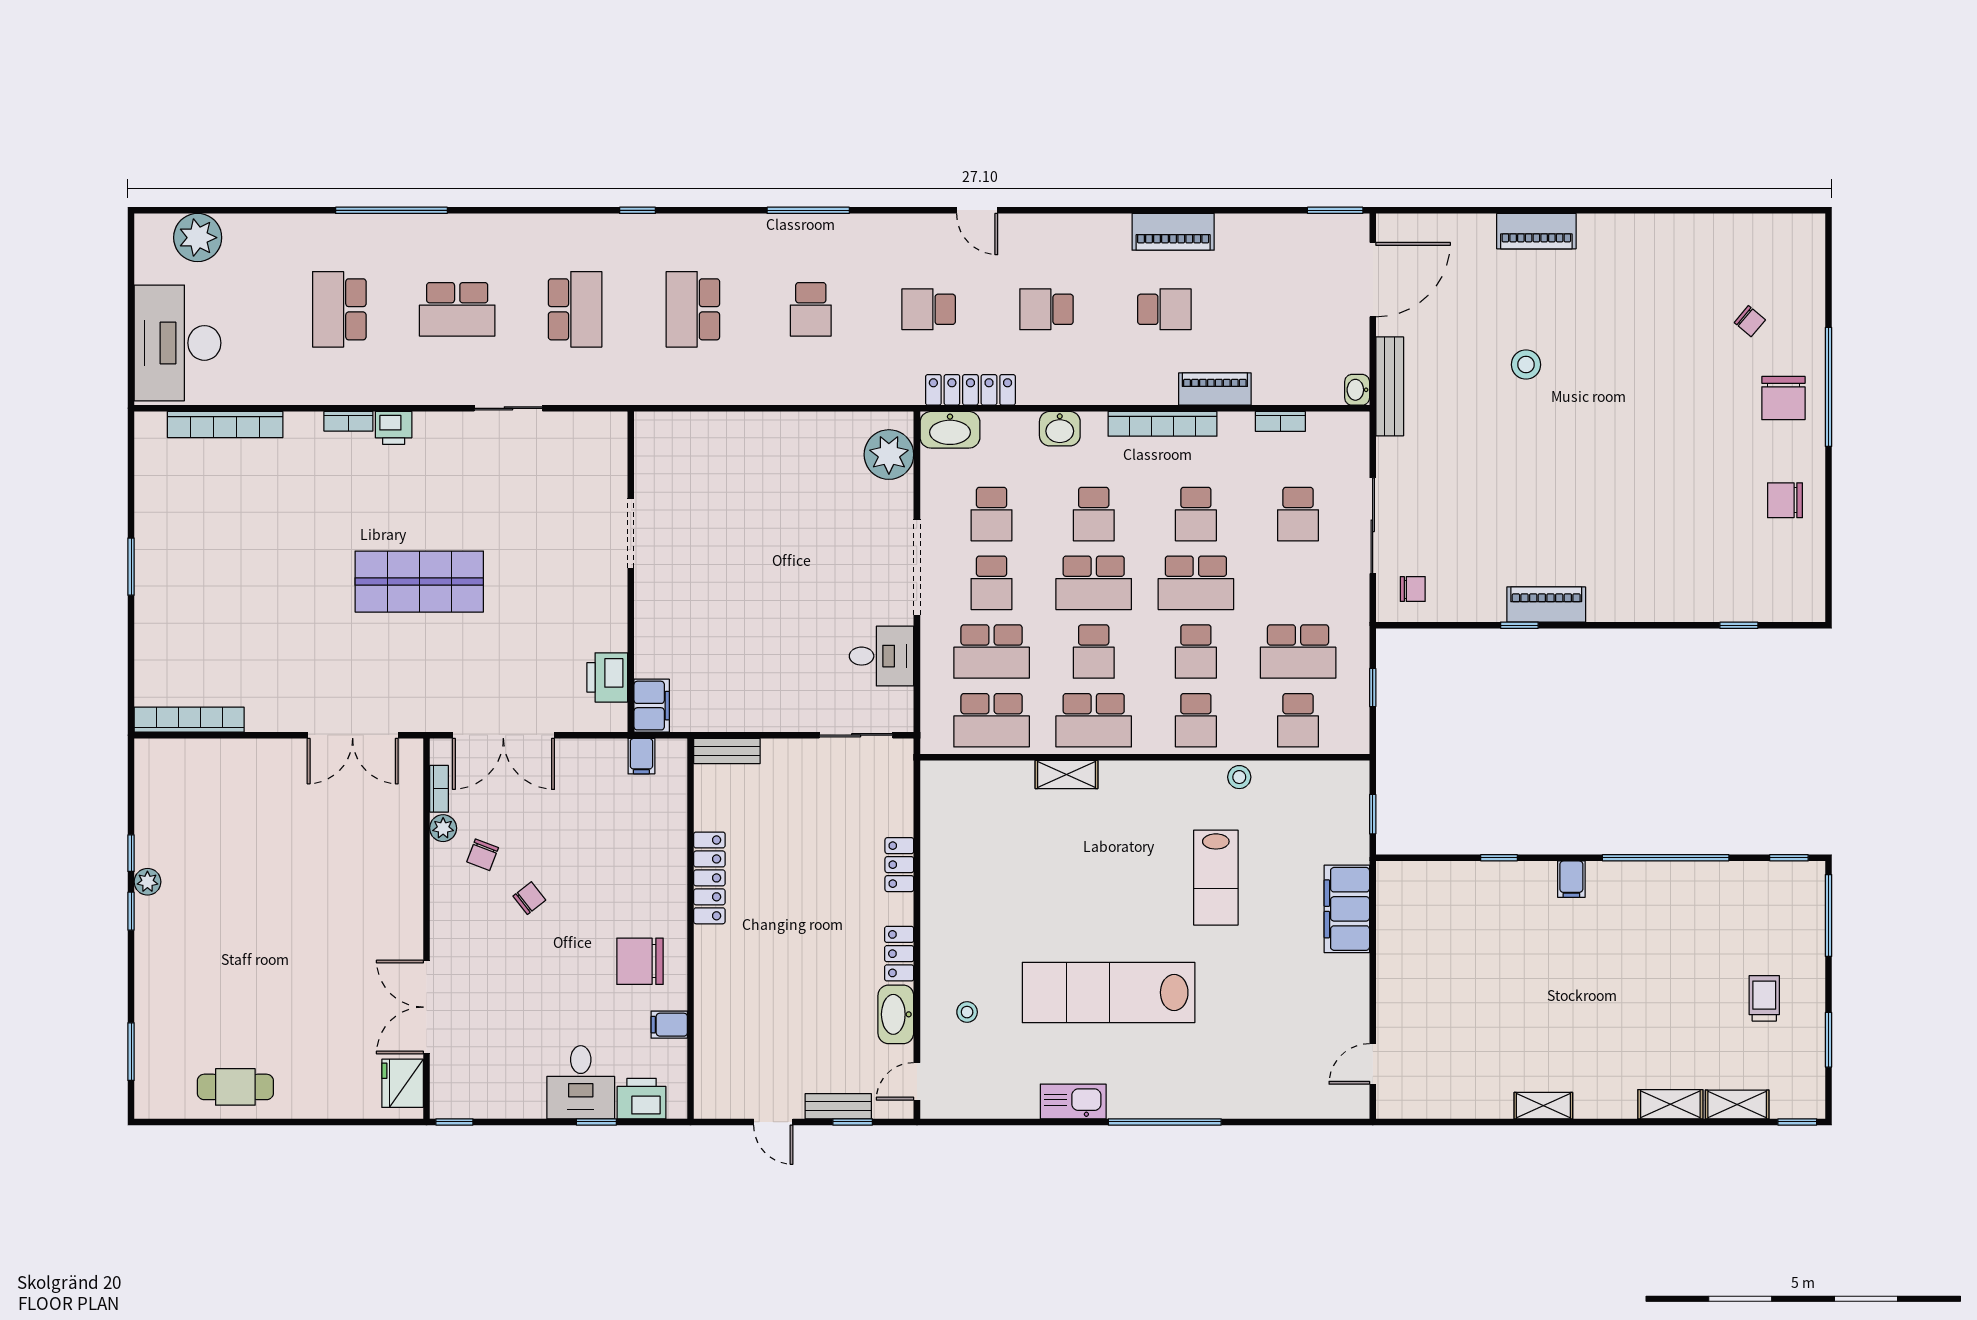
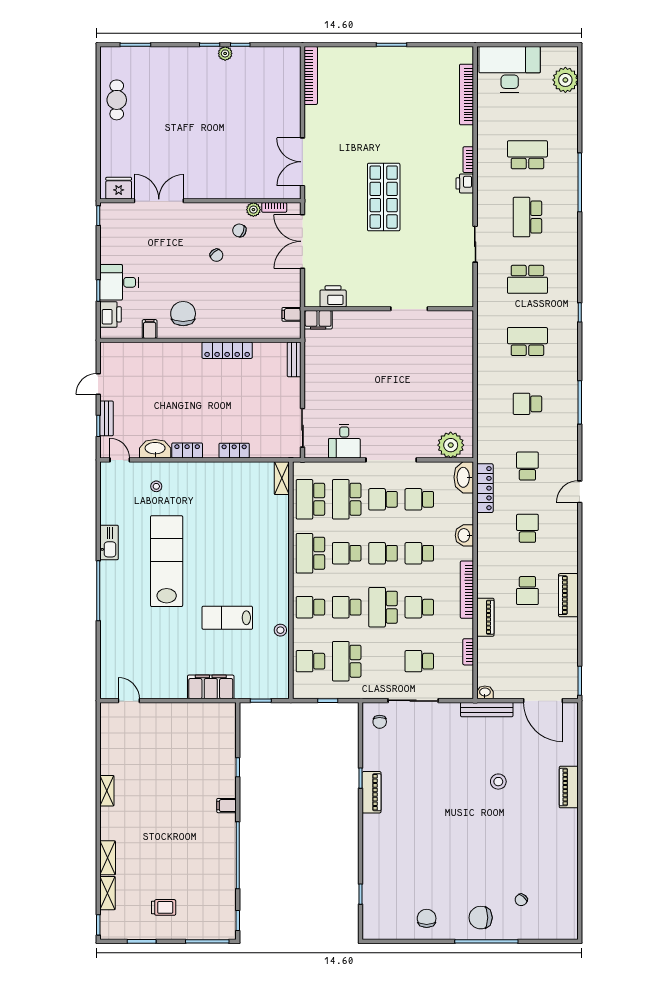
school desk: (1094, 583) -> (383, 553), width x0.54
shelving: (1066, 775) -> (282, 478), moved

